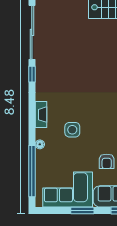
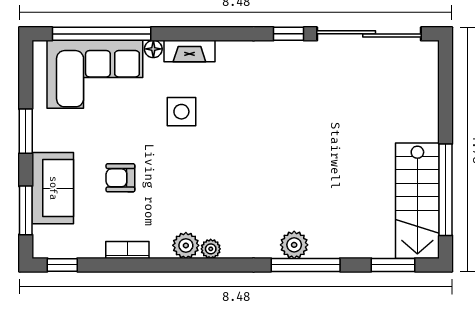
fireplace: (41, 115) -> (189, 51), moved
corner sofa: (68, 190) -> (95, 74), moved, turned 90

